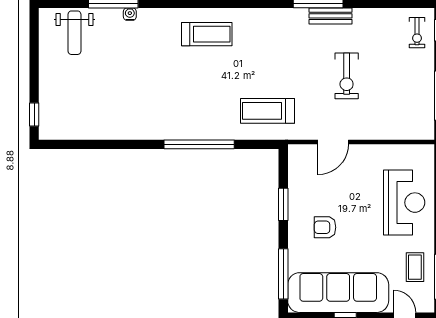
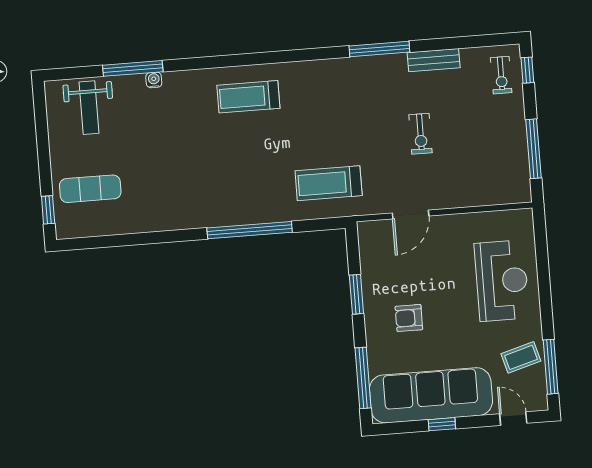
bench: (330, 16) -> (434, 60), moved
treadmill: (207, 34) -> (248, 97), turned 180
exercise bike: (347, 76) -> (420, 134), width x0.73, depth x0.72
exercise mat: (70, 100) -> (90, 189), added
coffee table: (415, 267) -> (521, 357), turned 74

